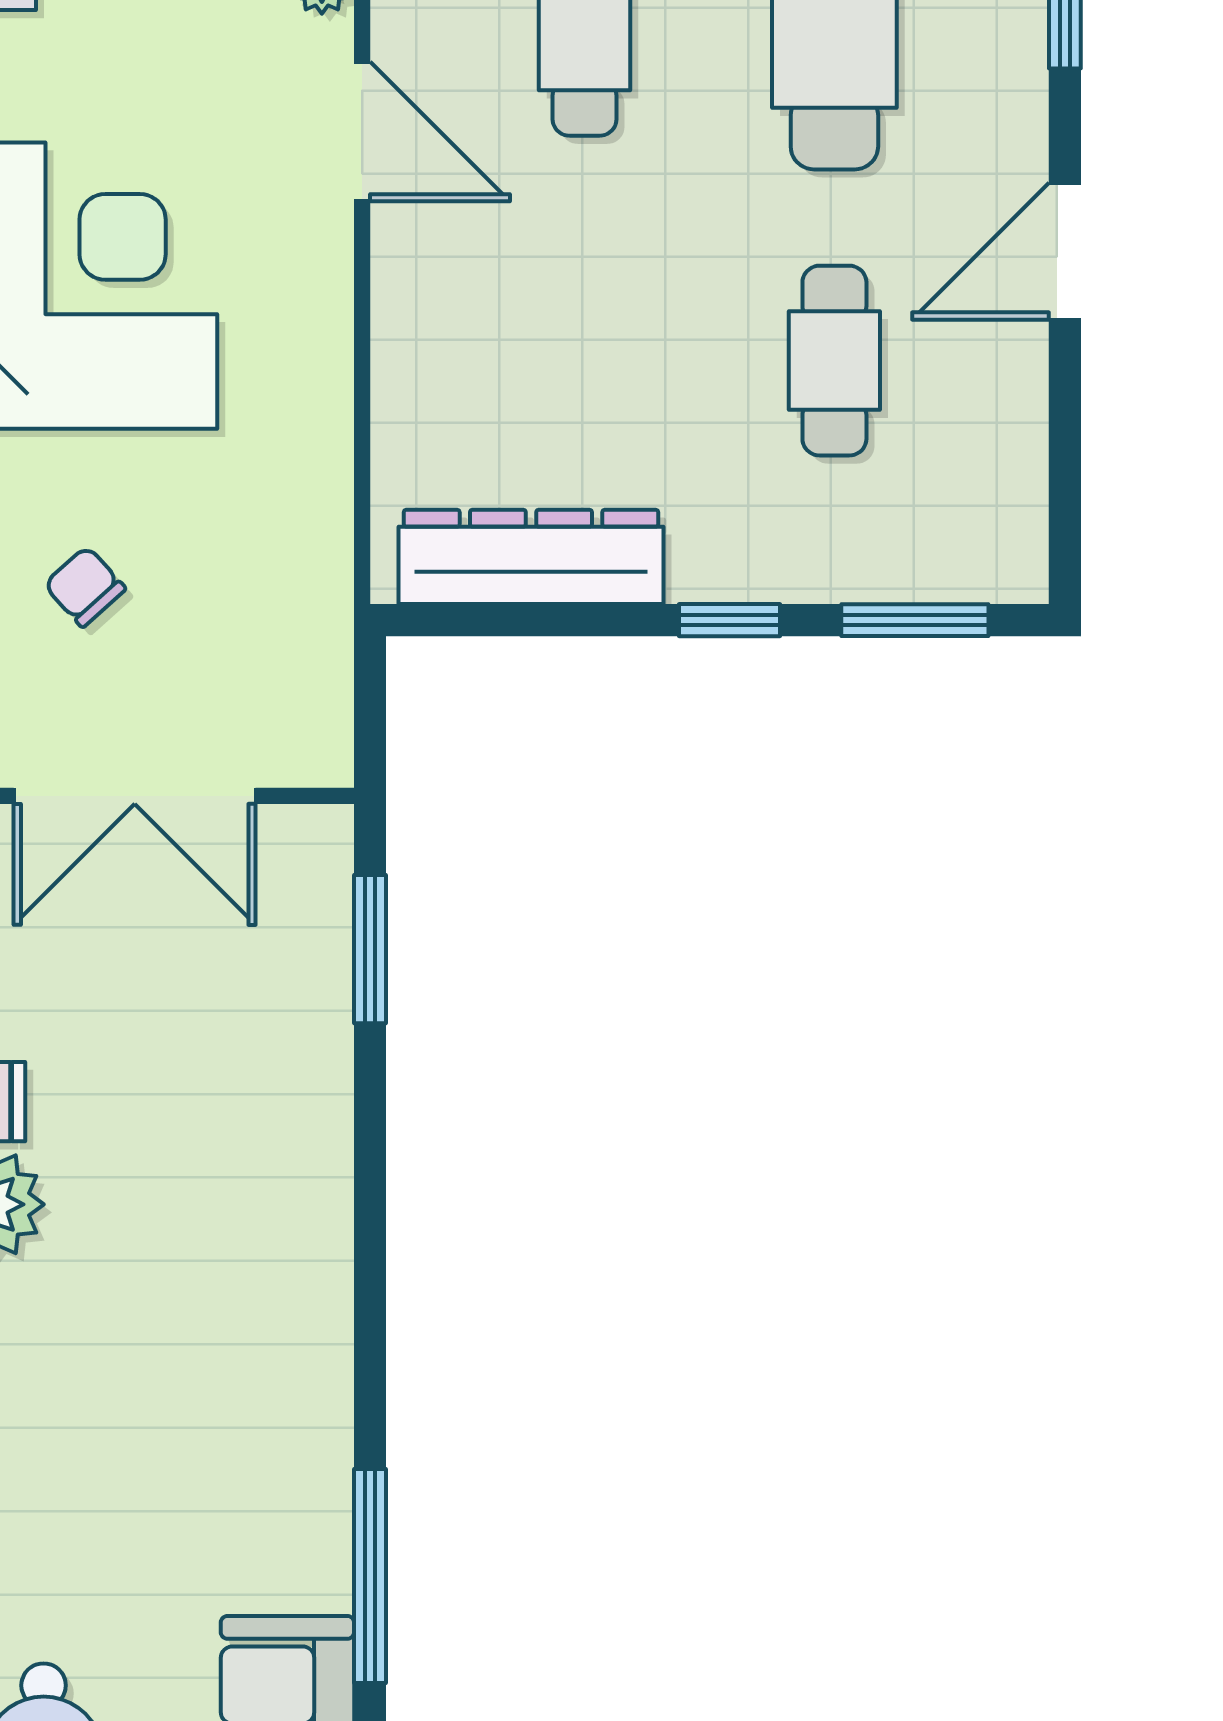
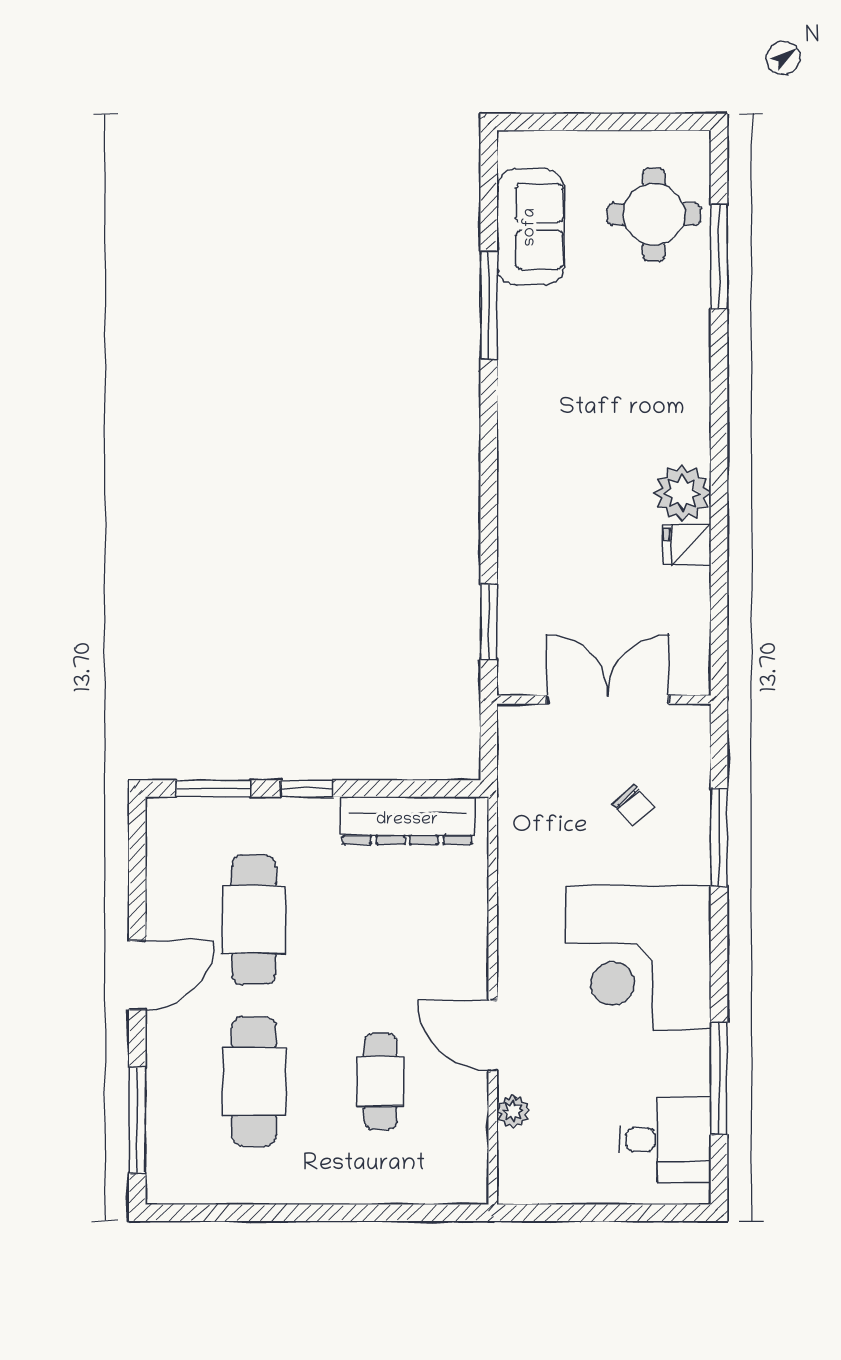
cafe table: (834, 361) -> (254, 920), width x1.37, depth x1.35

